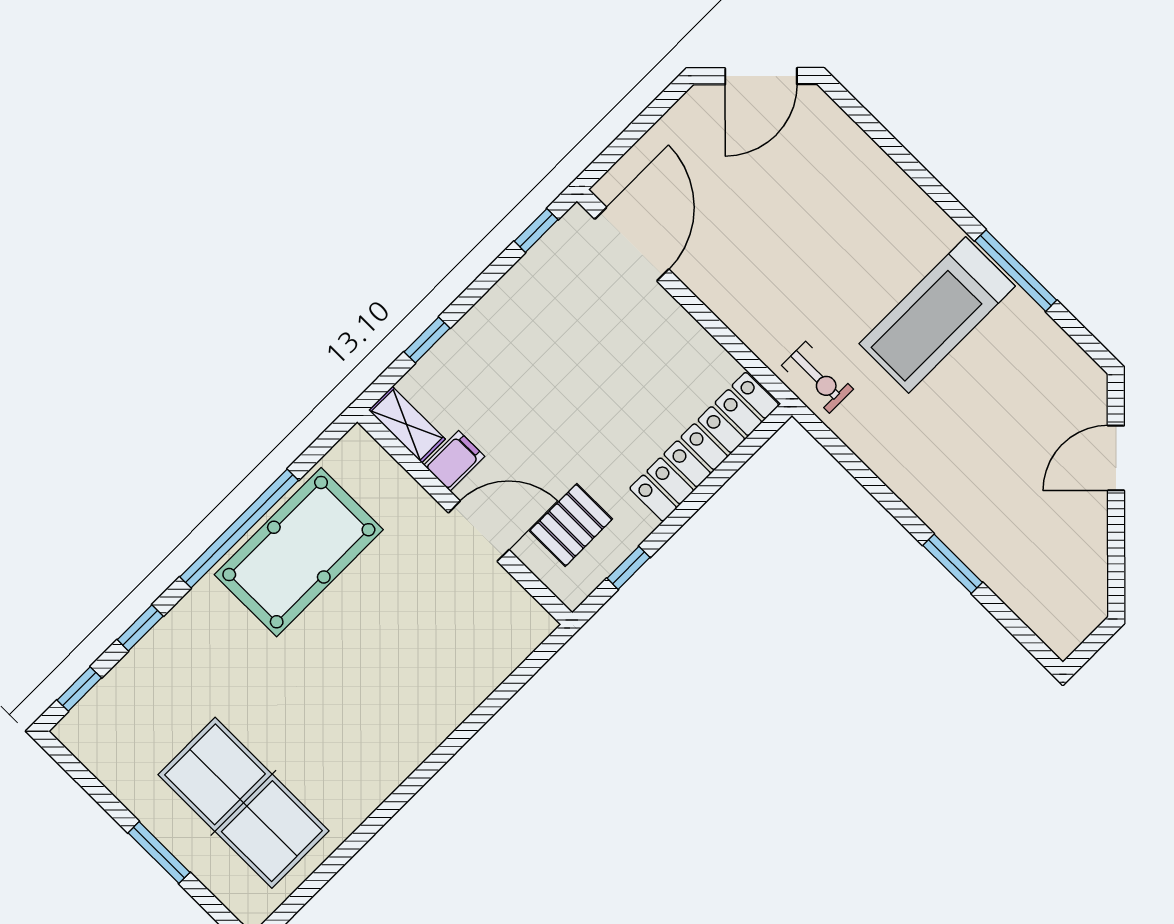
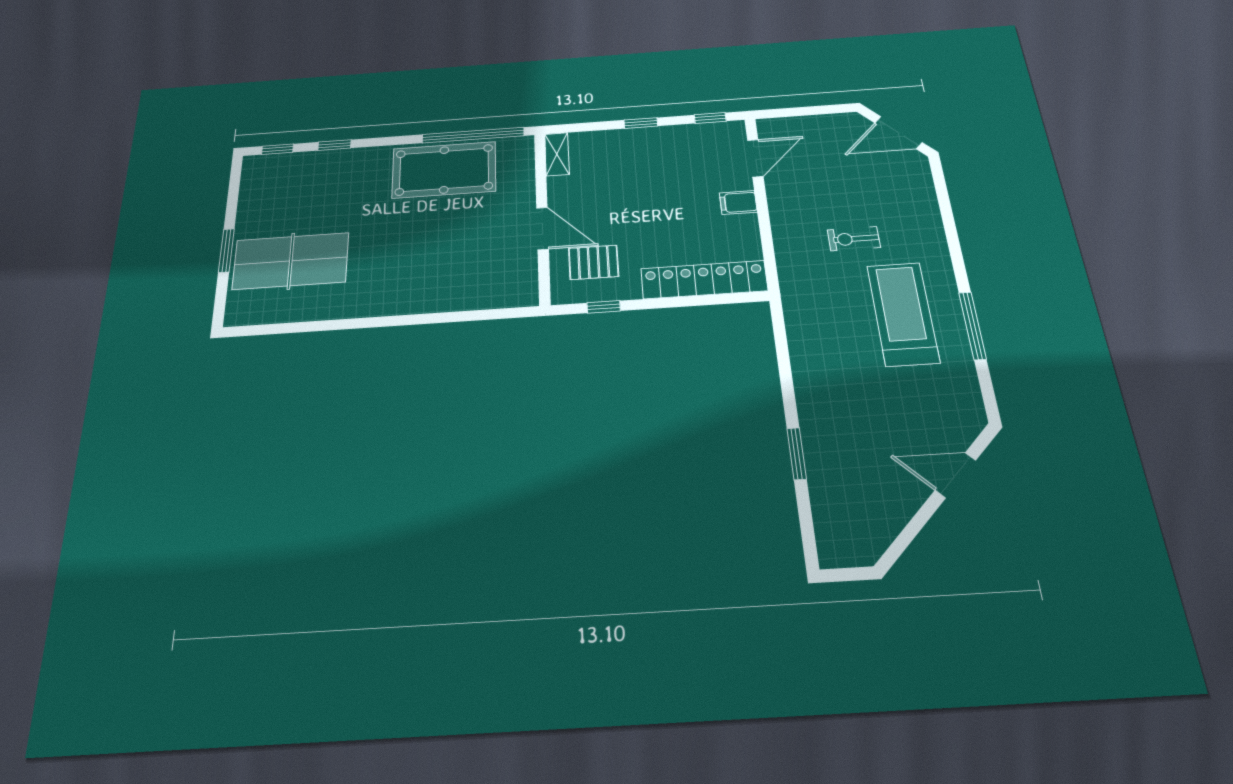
door: (632, 244) -> (755, 158), width x0.73
treadmill: (937, 315) -> (903, 314), turned 90
window: (427, 340) -> (641, 123), moved
exercise bike: (818, 377) -> (854, 239), moved, turned 90
filing cabinet: (454, 461) -> (738, 202), moved, turned 180
window: (239, 529) -> (473, 135), moved
table tennis table: (243, 803) -> (291, 261), turned 90

